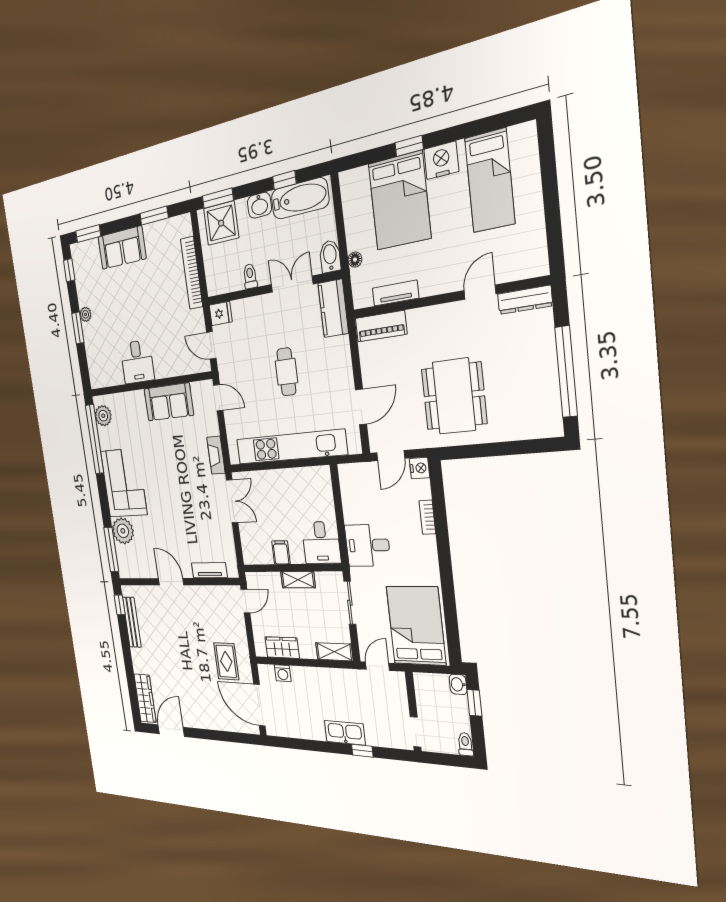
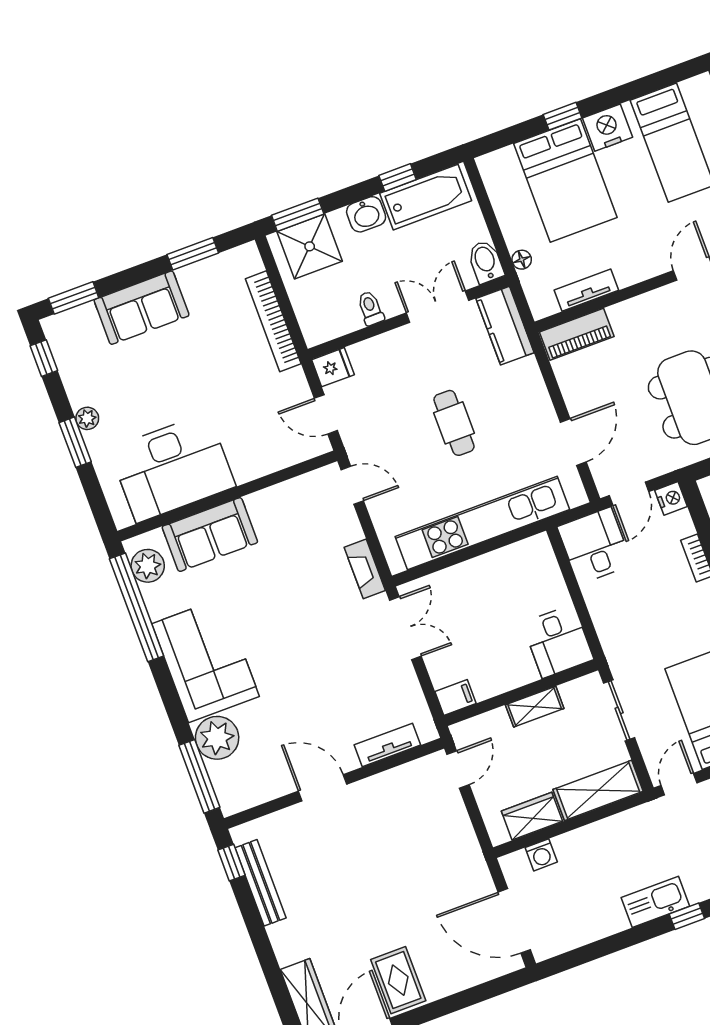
desk: (137, 362) -> (172, 468), width x1.87, depth x1.30
sofa: (169, 402) -> (210, 535), moved
desk: (368, 545) -> (595, 546), moved, turned 90
filing cabinet: (281, 552) -> (455, 697), moved, turned 90
shelving: (334, 652) -> (598, 790), width x1.50, depth x1.33
rug: (226, 661) -> (398, 980), moved

